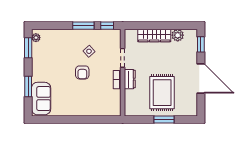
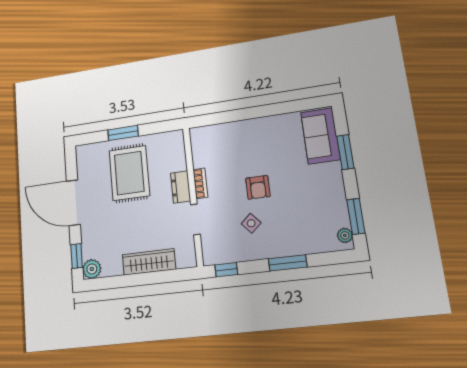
window: (83, 26) -> (288, 263), moved
plant: (178, 35) -> (92, 269), moved
armchair: (82, 72) -> (258, 187), turned 180

